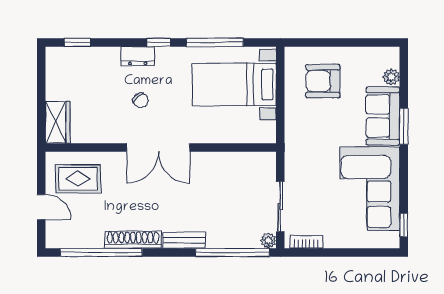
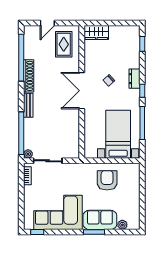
armchair: (323, 81) -> (107, 180), moved

